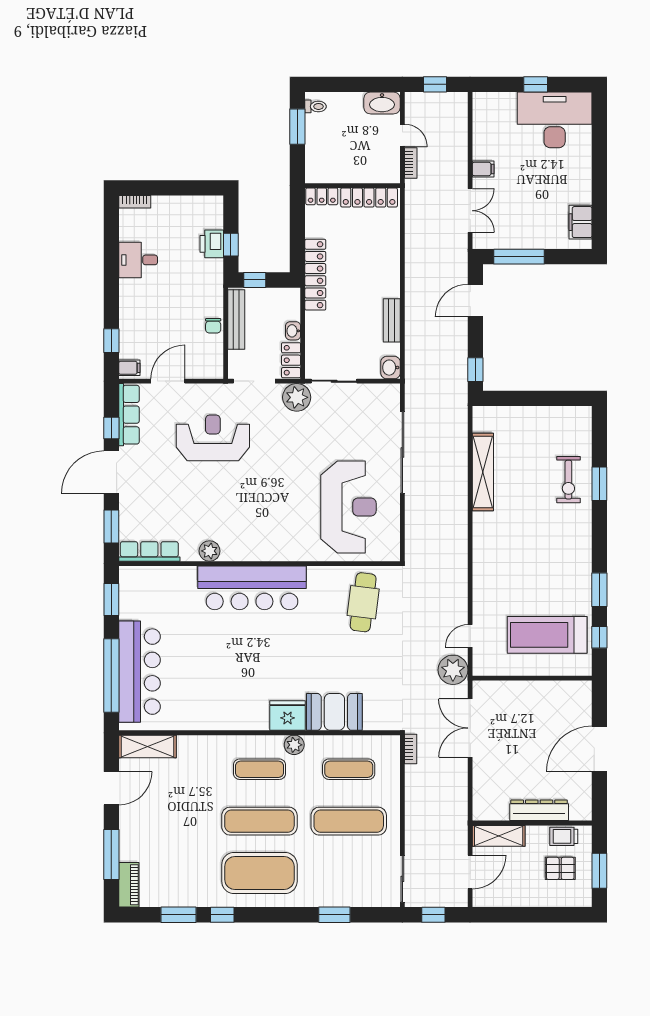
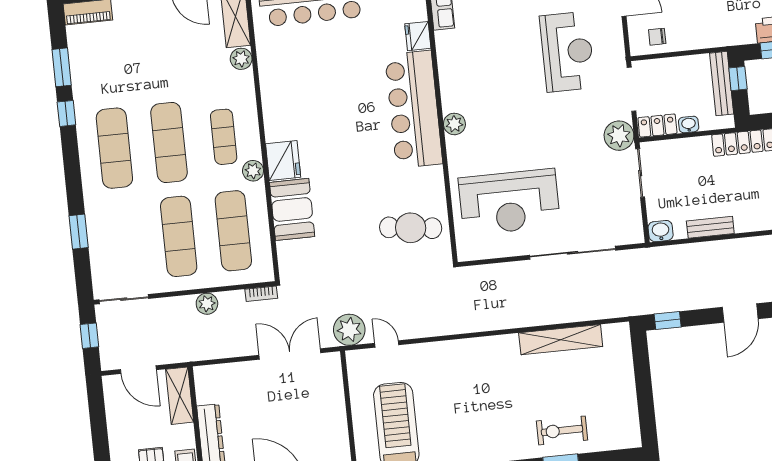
door: (475, 301) -> (740, 313), swing flipped
bench: (236, 319) -> (722, 84), moved, turned 90
chair: (213, 326) -> (657, 37), moved
plant: (210, 551) -> (454, 124), moved
fridge: (184, 577) -> (418, 36), added
plant: (188, 745) -> (241, 59), added
exercise mat: (349, 769) -> (233, 231), width x1.36, depth x1.45
plant: (415, 801) -> (207, 304), added
exercise mat: (259, 873) -> (114, 148), width x0.68

